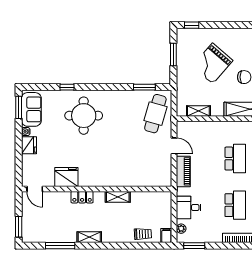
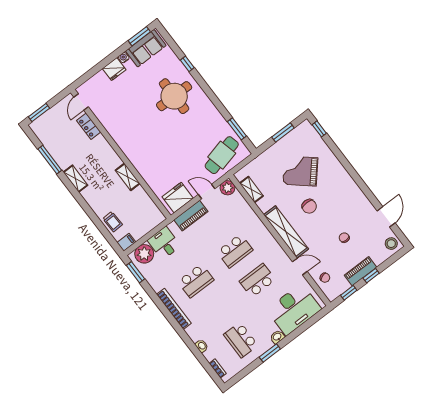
cafe table: (155, 114) -> (222, 155), turned -30
plant: (183, 128) -> (228, 188), added
door: (174, 146) -> (207, 191), swing flipped
fridge: (66, 177) -> (178, 197), moved, turned -90
locker: (82, 197) -> (89, 126), moved
plant: (181, 229) -> (144, 254), width x1.87, depth x1.87

